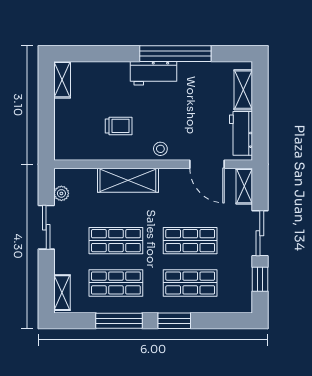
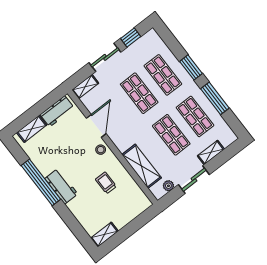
door: (207, 164) -> (96, 126), moved
shelving: (128, 180) -> (142, 166), moved
shelving: (62, 293) -> (211, 152), moved

